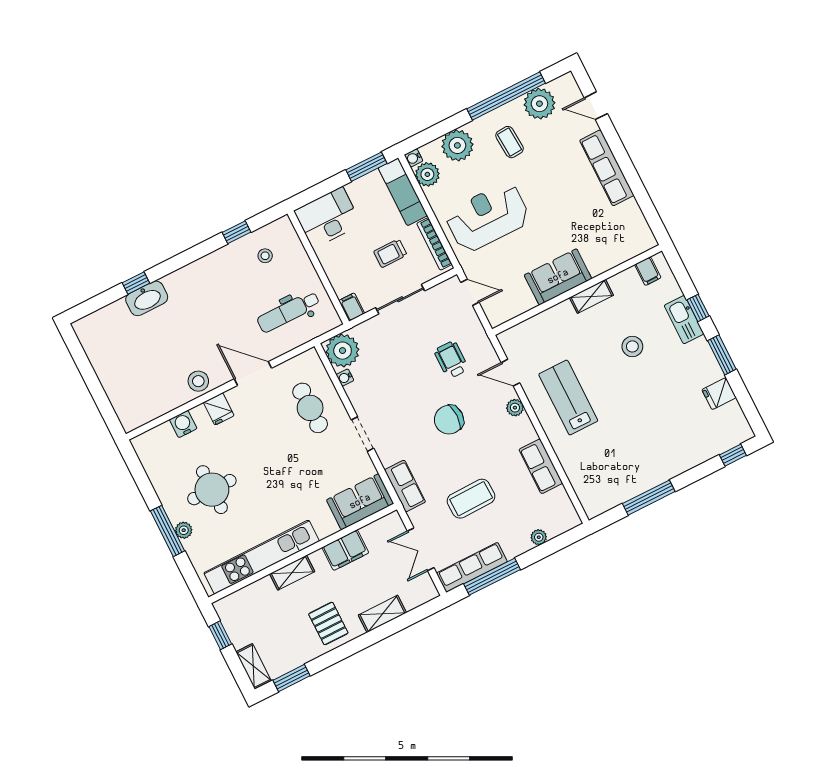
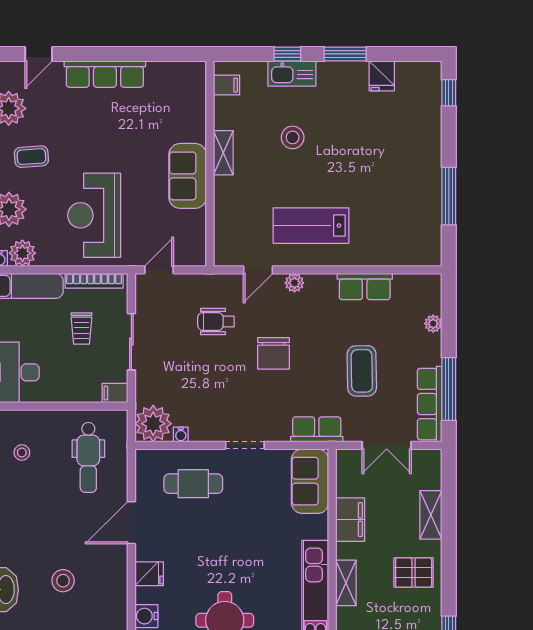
stool: (198, 381) -> (63, 581), moved

